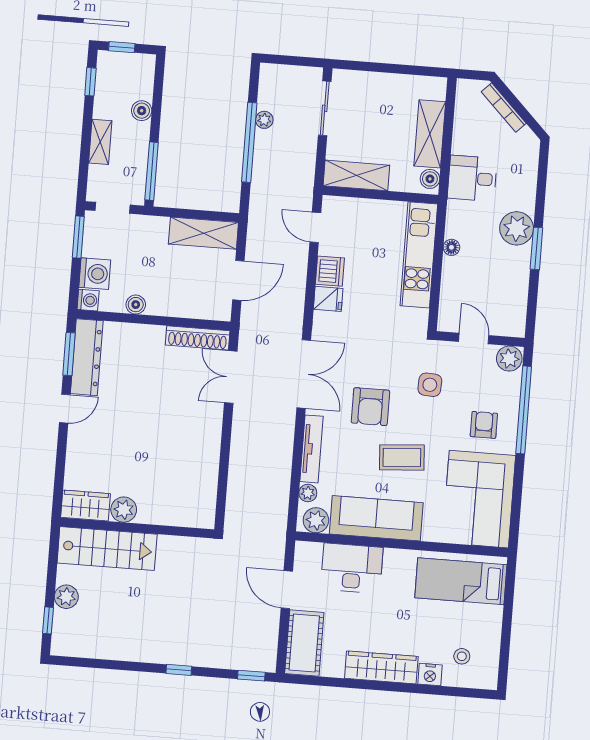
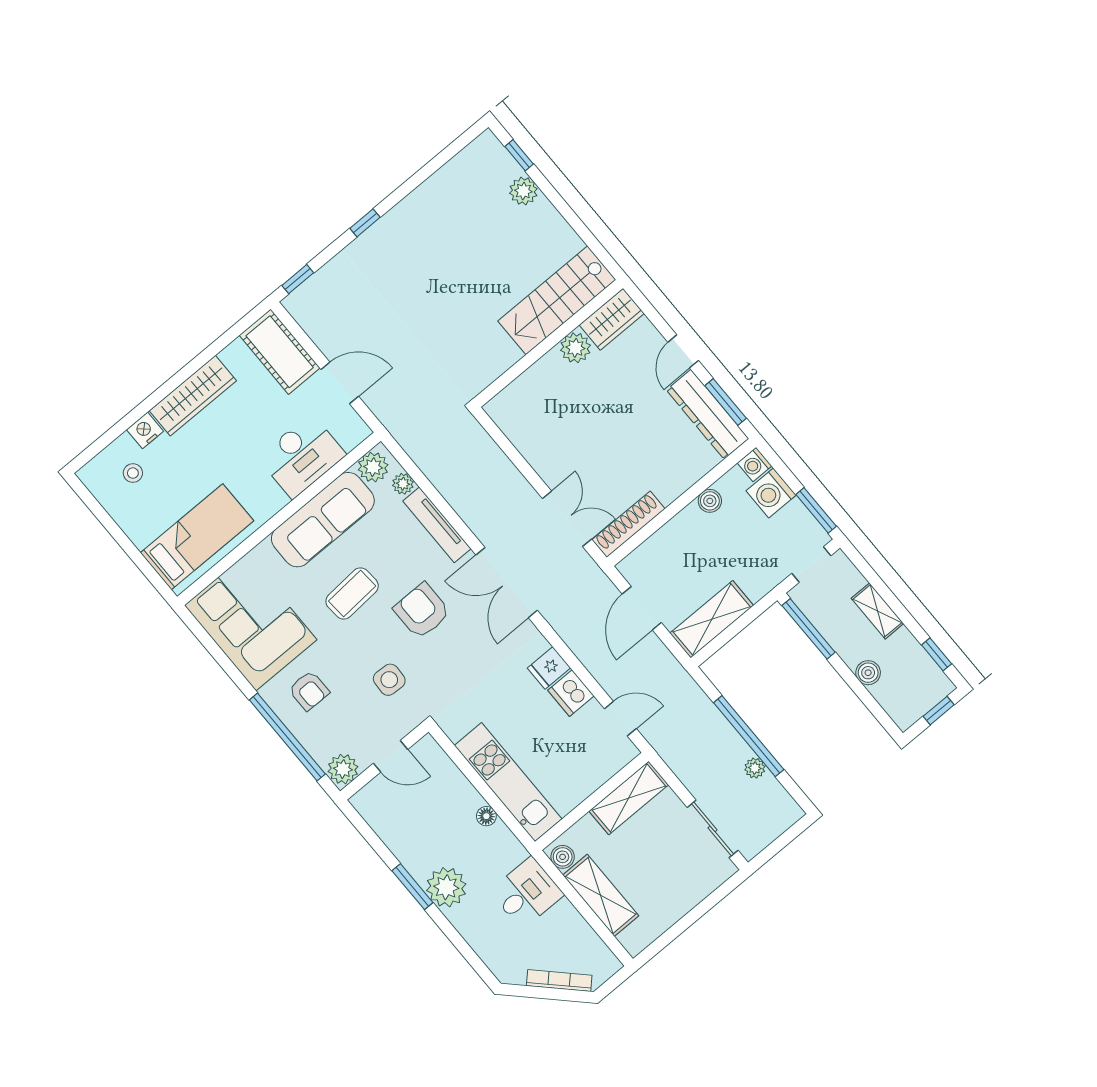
wardrobe: (86, 505) -> (612, 319), moved
plant: (124, 510) -> (575, 348), moved
wall: (137, 528) -> (548, 343), moved
stairs: (107, 549) -> (557, 300), moved

